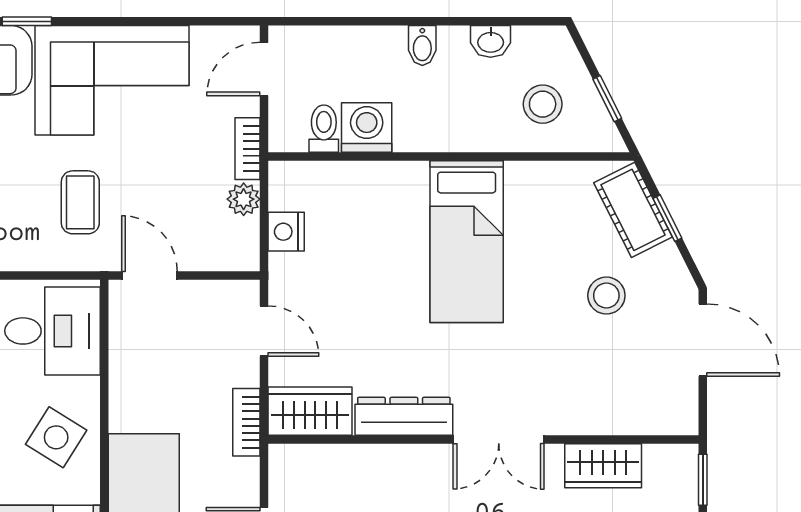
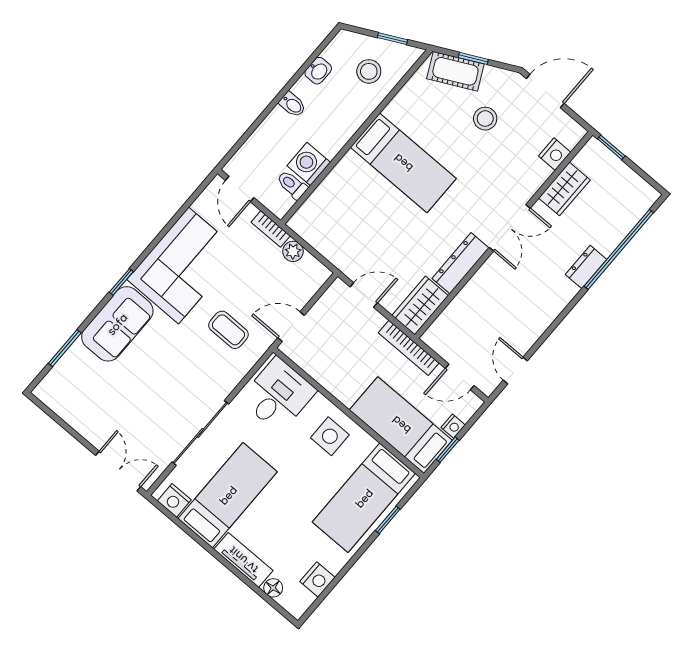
nightstand: (286, 232) -> (555, 154), moved, turned -90
bookcase: (246, 422) -> (409, 348), width x1.56
side table: (56, 437) -> (330, 436), turned -32

